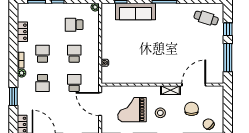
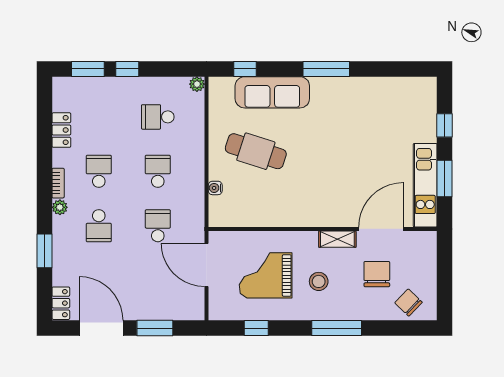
cafe table: (206, 18) -> (256, 151), moved, width x1.37, depth x1.35
window: (228, 58) -> (445, 178), width x0.69
kitchen unit: (217, 61) -> (425, 185), added

